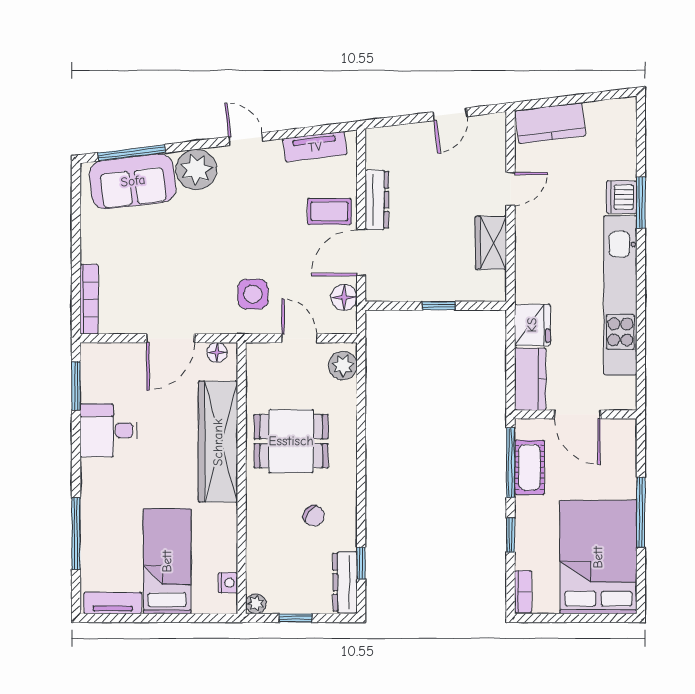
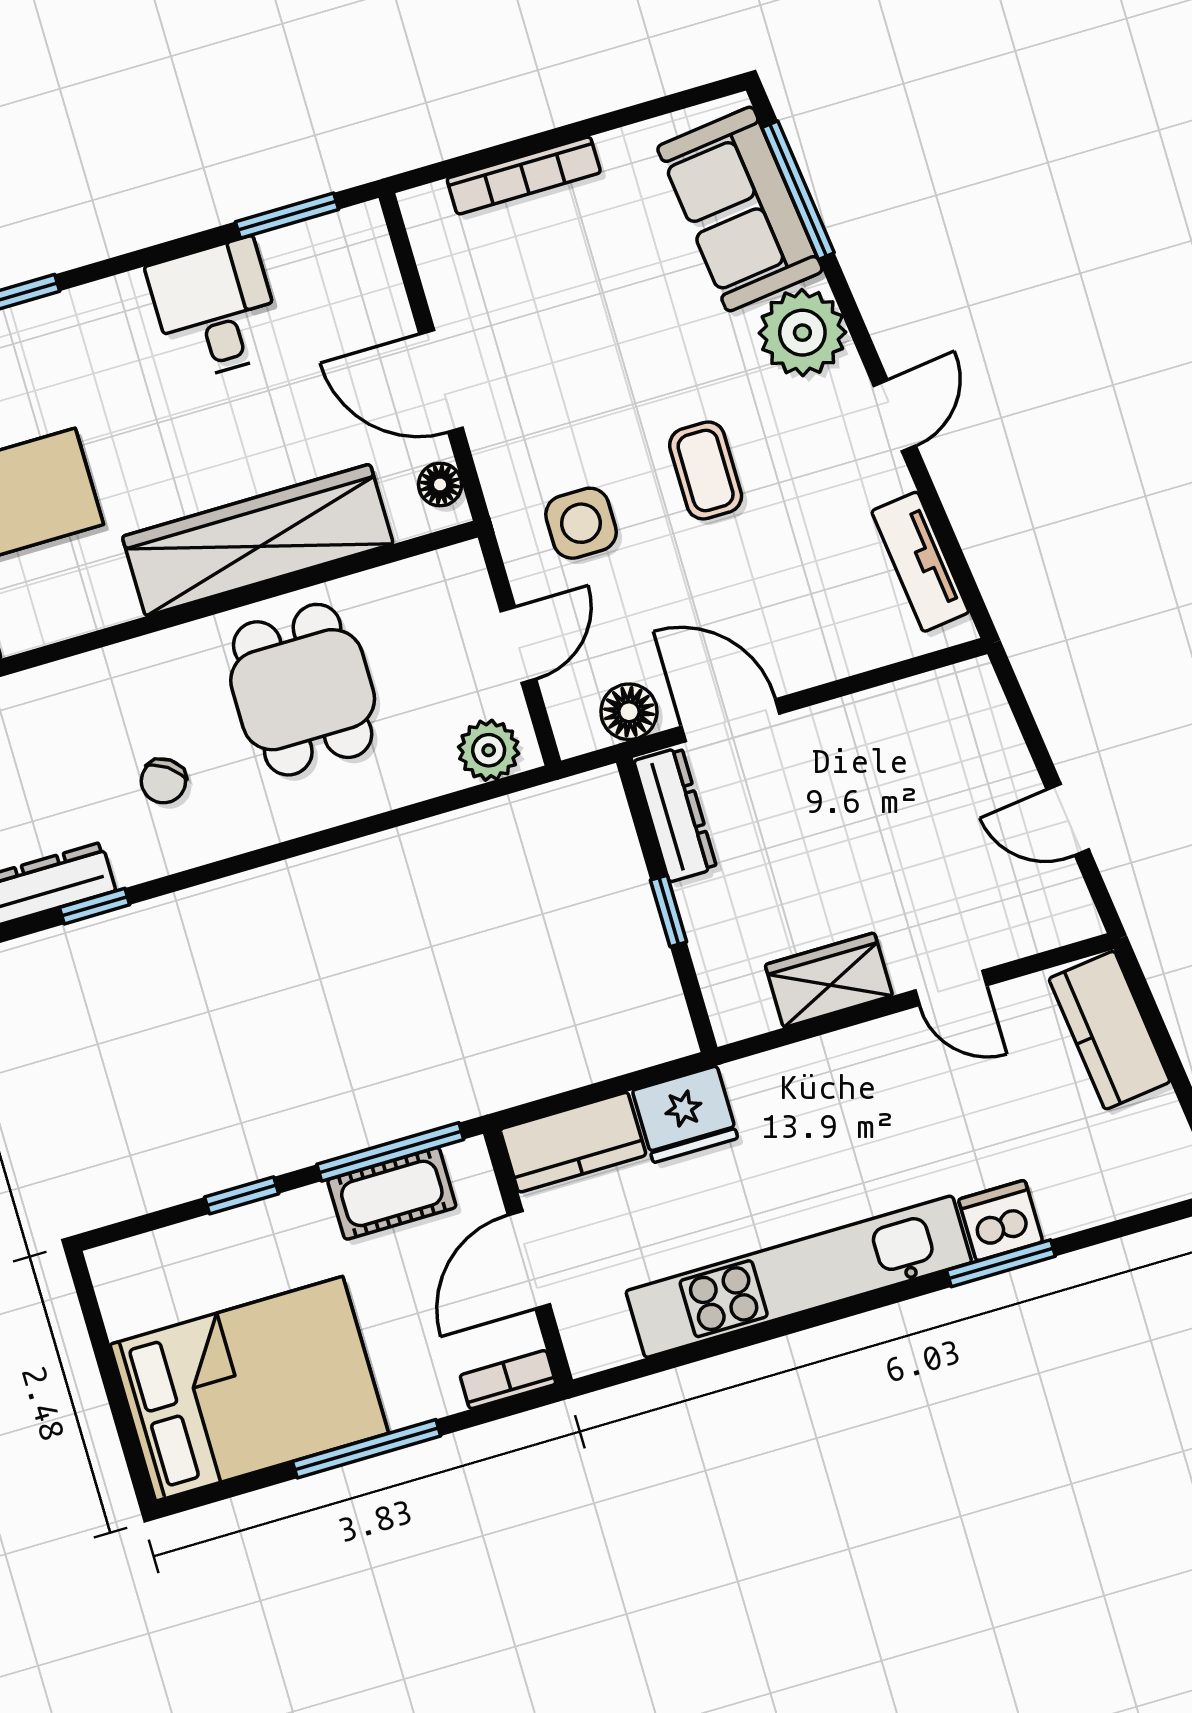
dresser: (377, 200) -> (675, 814), moved, turned -90
coffee table: (329, 211) -> (706, 470), moved
bookcase: (89, 299) -> (524, 175), moved
bookcase: (523, 592) -> (508, 1380), moved, turned 180

